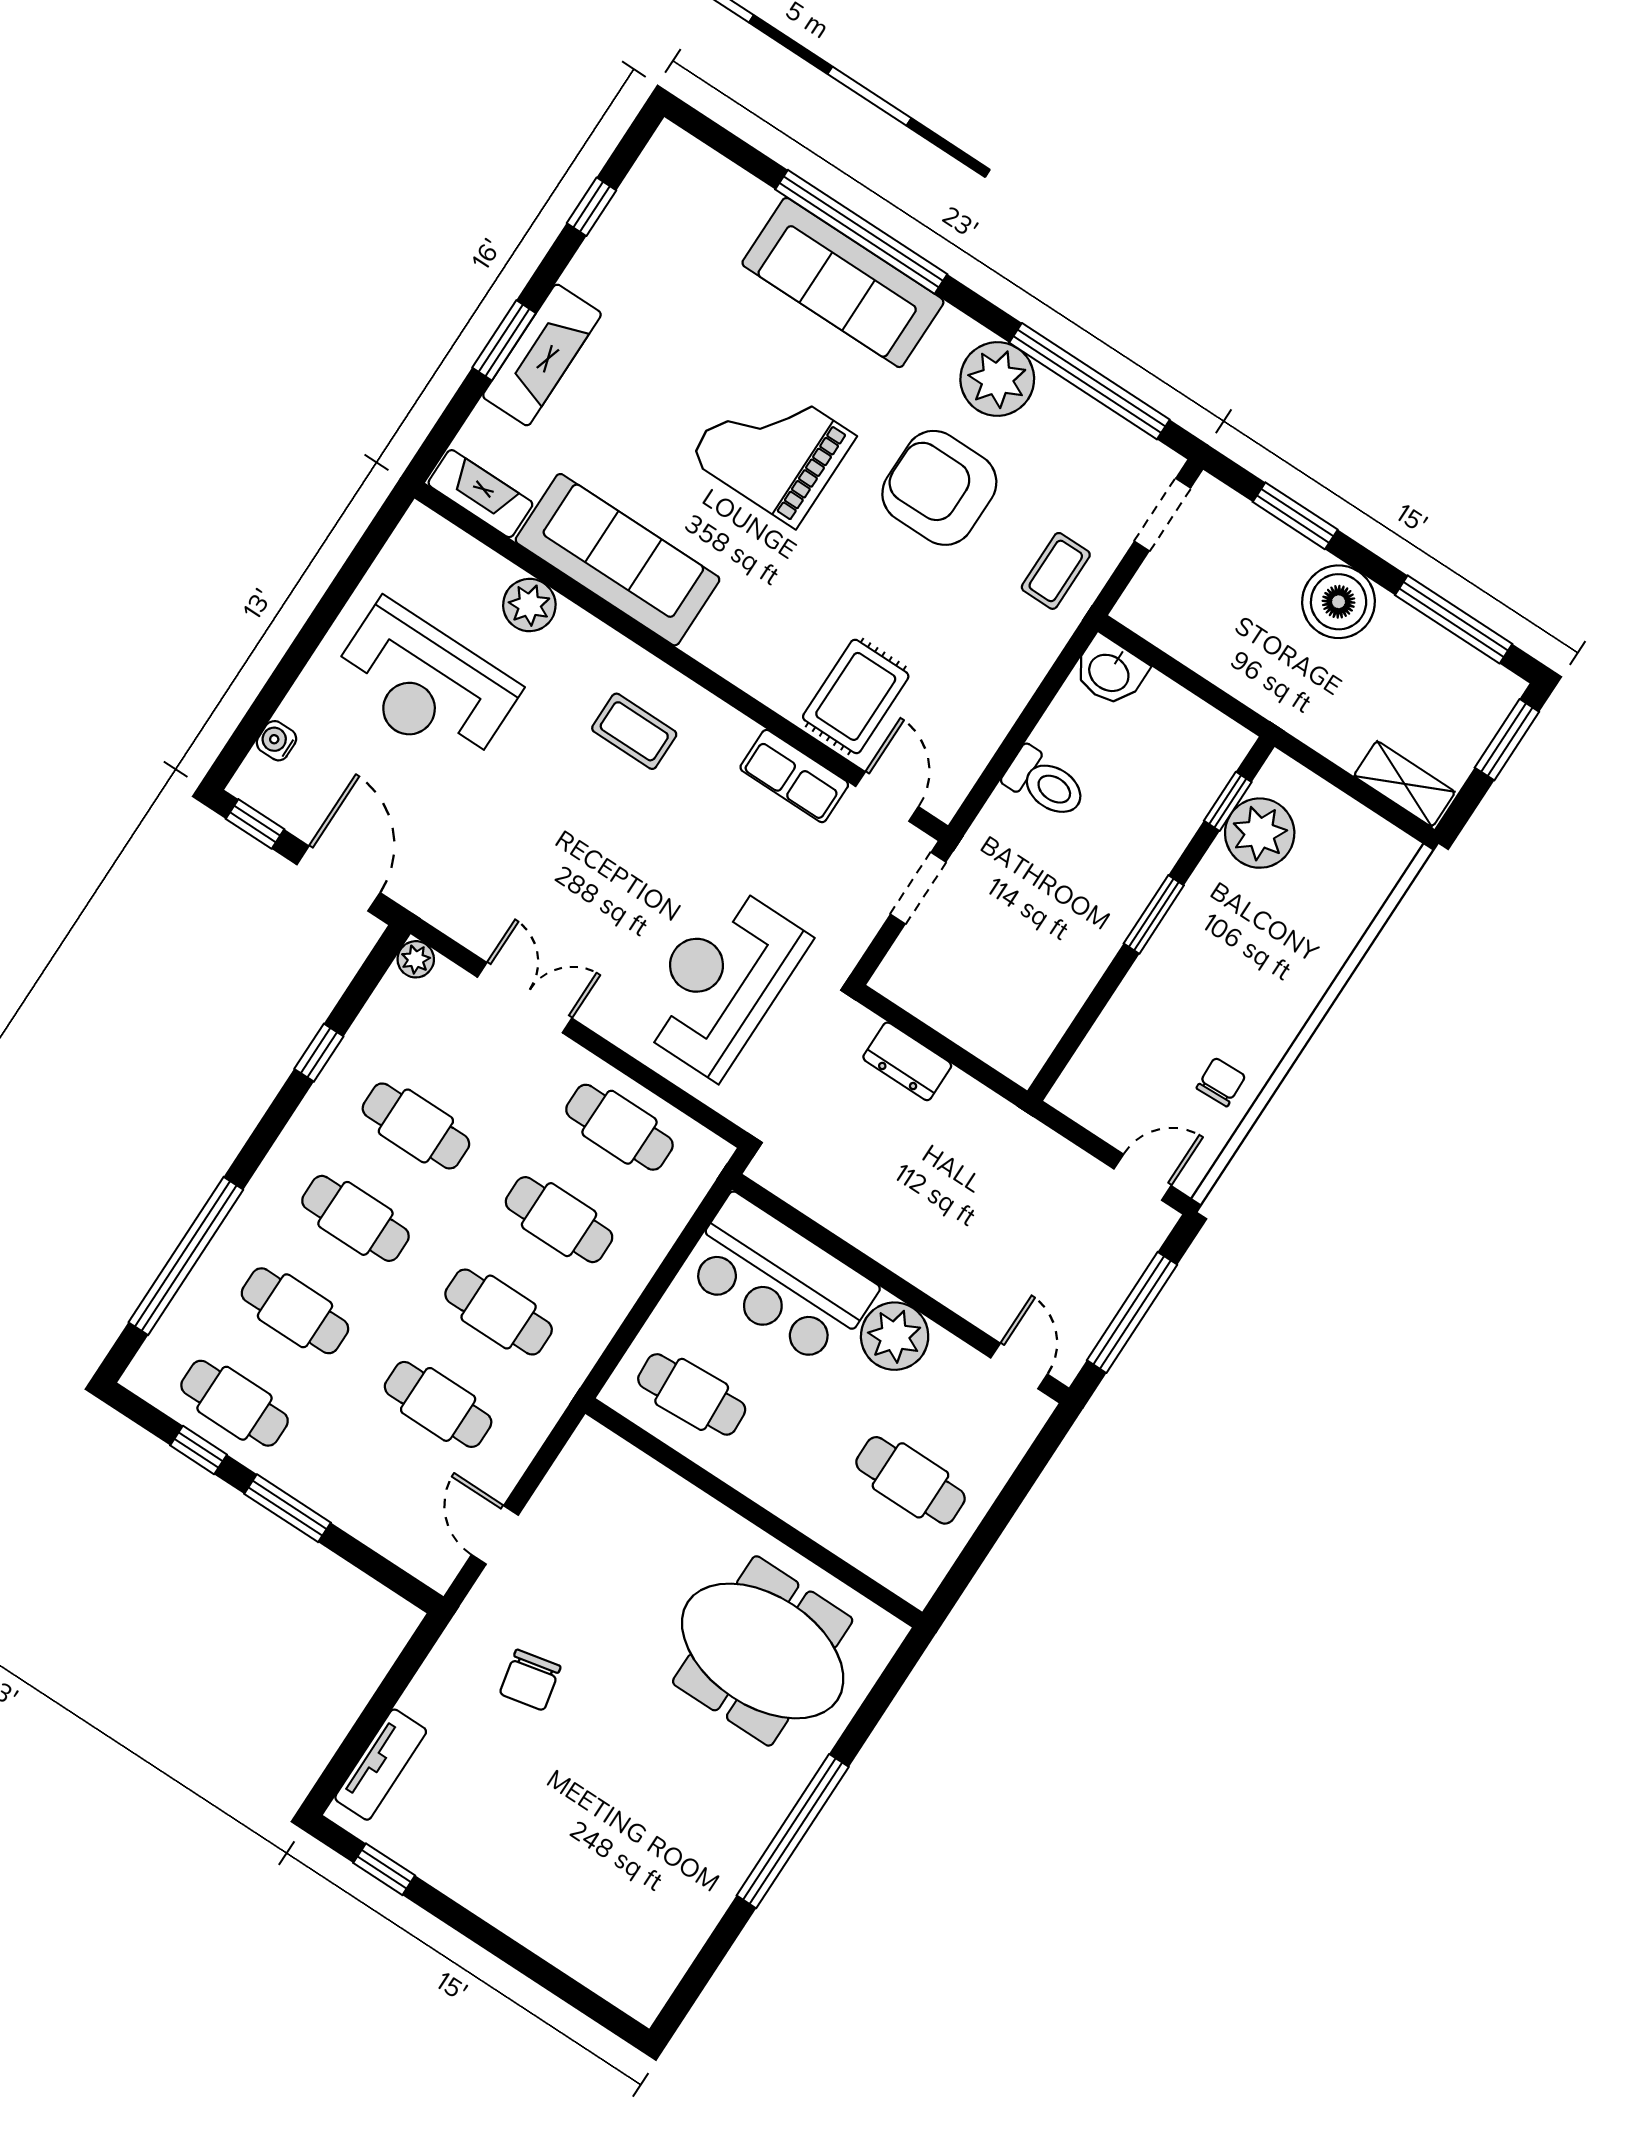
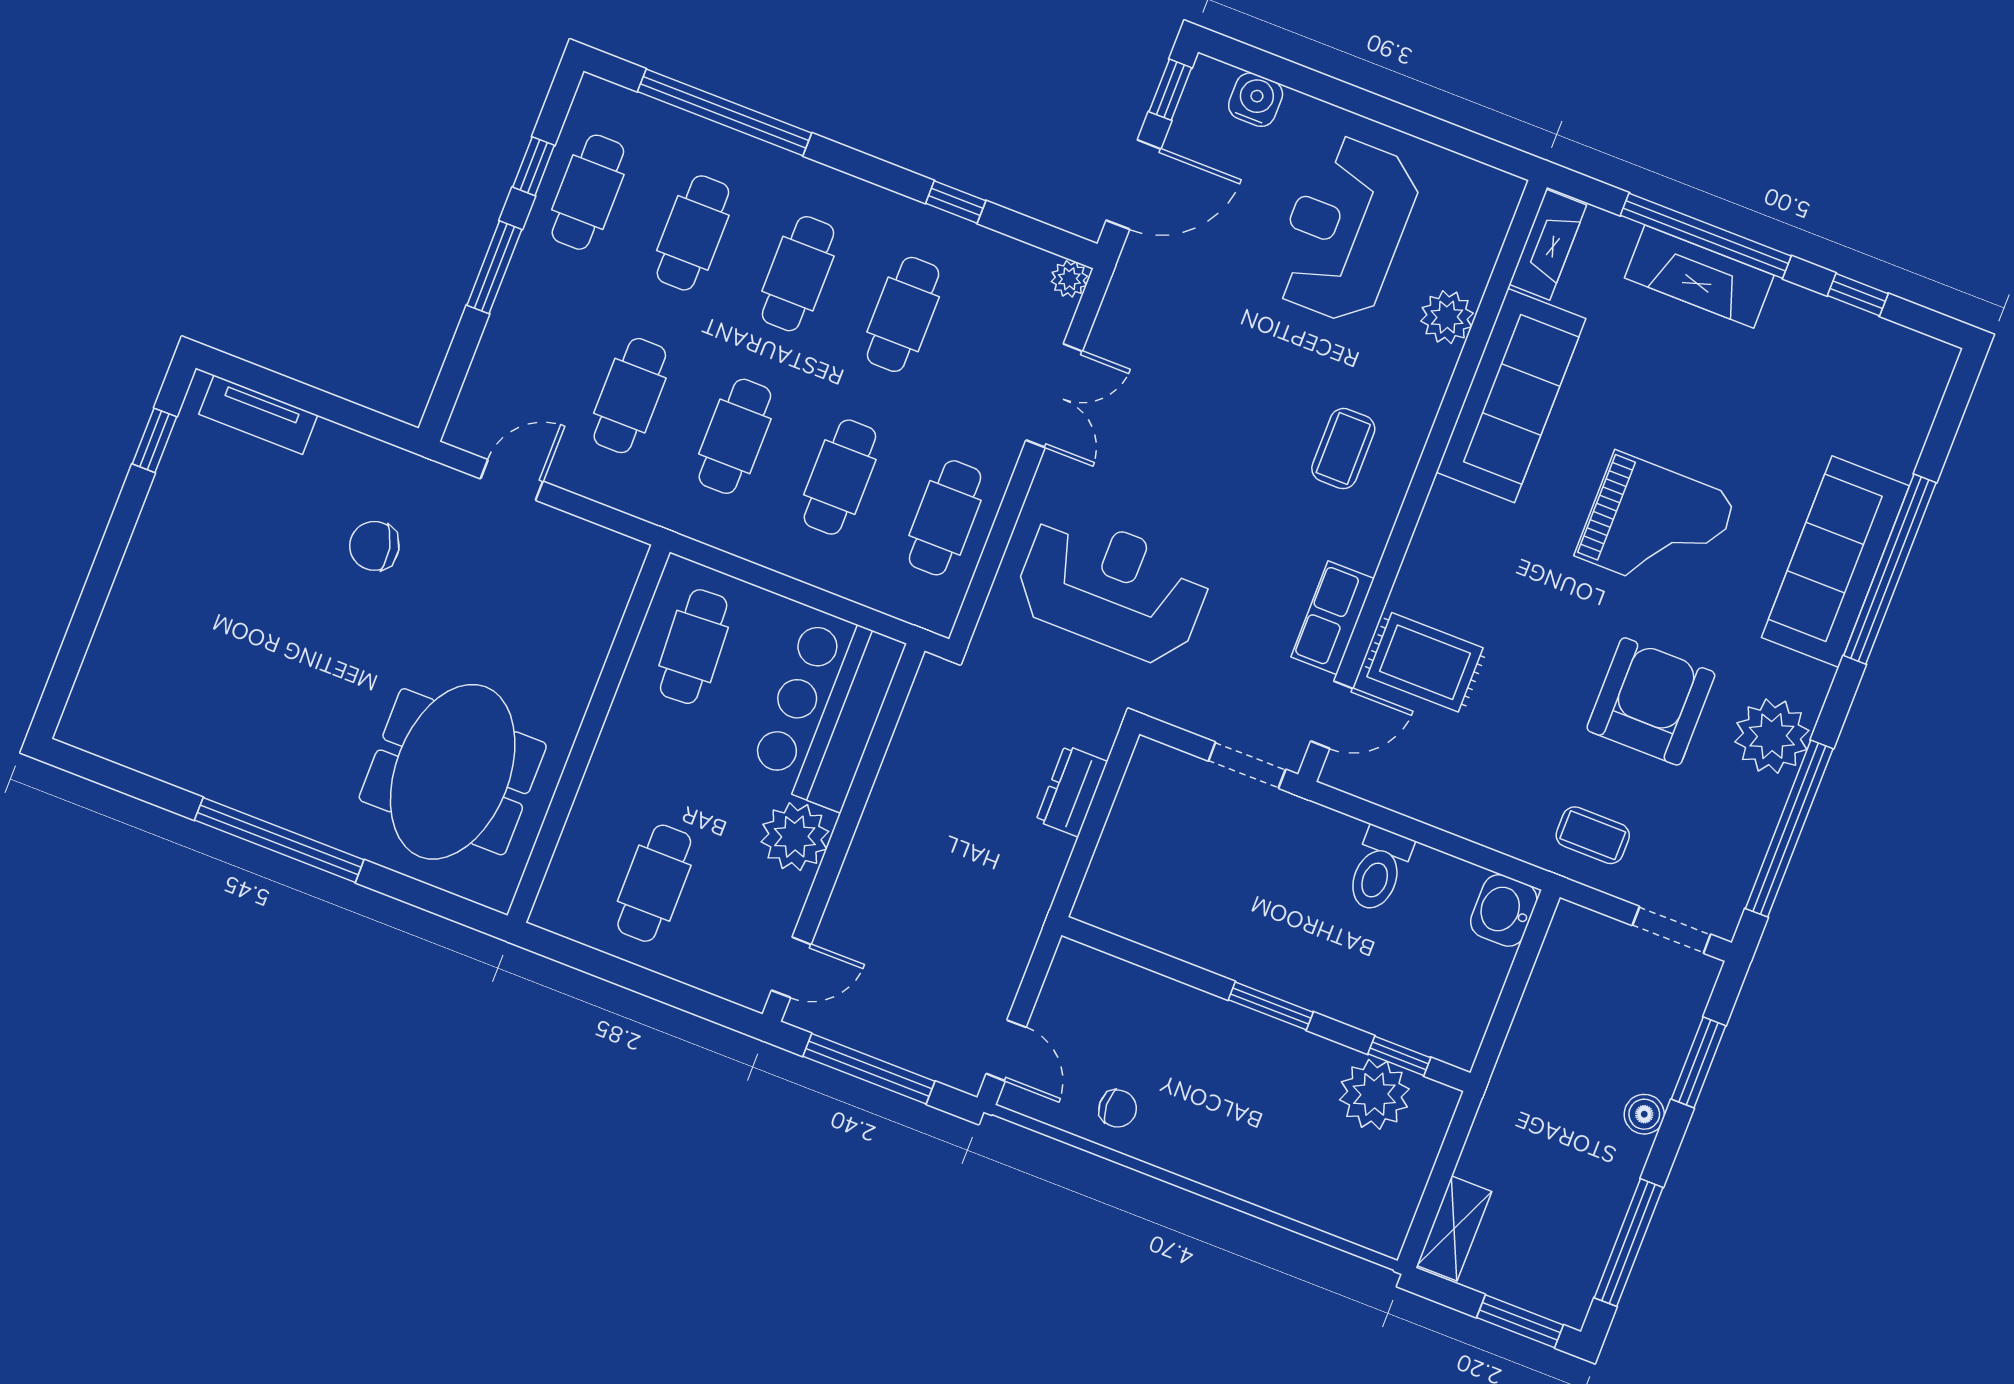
window: (504, 340) -> (1706, 236), width x2.11
grand piano: (773, 448) -> (1656, 526), turned 90
boiler: (1339, 602) -> (1644, 1114), width x0.54, depth x0.54
water cooler: (276, 741) -> (1256, 100), width x1.38, depth x1.38

